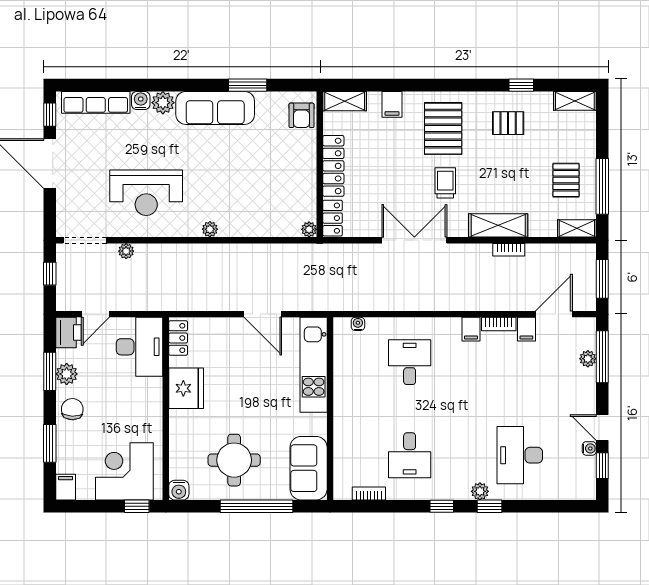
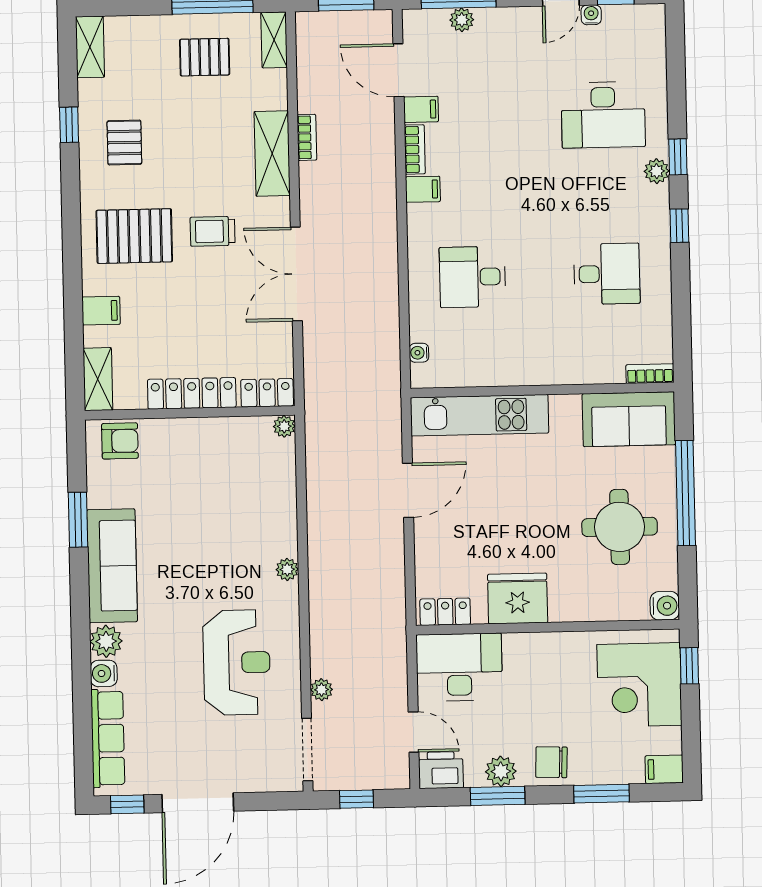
bookcase: (369, 493) -> (650, 374), moved, turned 90

